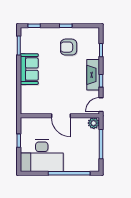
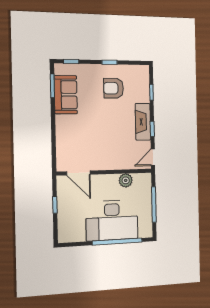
sofa: (29, 69) -> (66, 95), moved
door: (61, 116) -> (78, 173), moved
plant: (94, 123) -> (126, 180), moved
desk: (42, 155) -> (112, 220), moved

